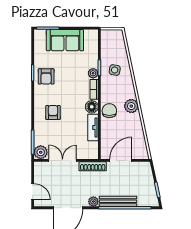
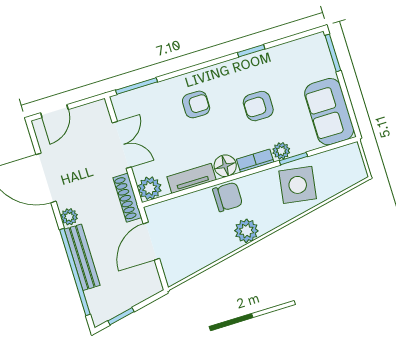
sofa: (65, 40) -> (329, 112), moved
side table: (115, 70) -> (298, 185), width x1.87, depth x1.87
armchair: (46, 76) -> (258, 106), moved
plant: (41, 152) -> (150, 188), moved
door: (121, 160) -> (151, 241), swing flipped

